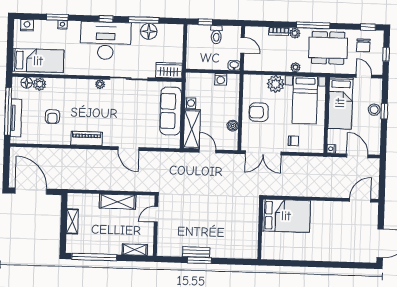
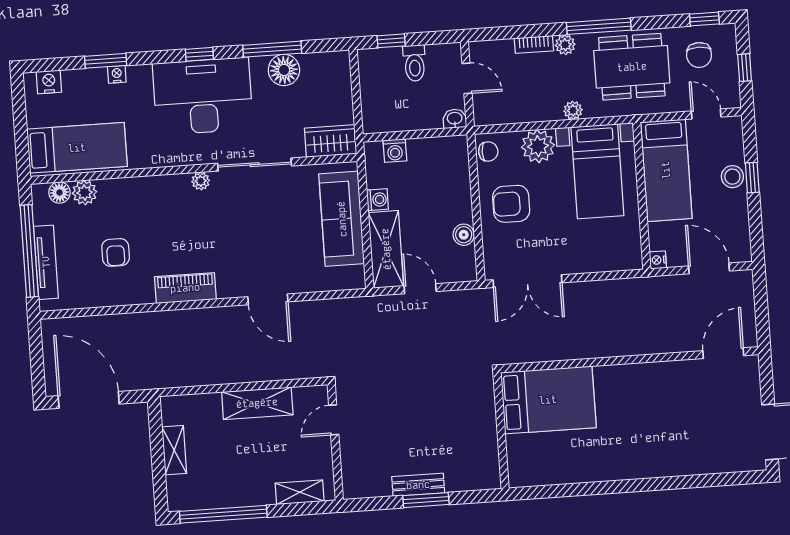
washing machine: (221, 79) -> (395, 151), moved
chair: (294, 141) -> (488, 151), moved
bed: (286, 216) -> (548, 400), moved
wall: (260, 229) -> (501, 431), moved

